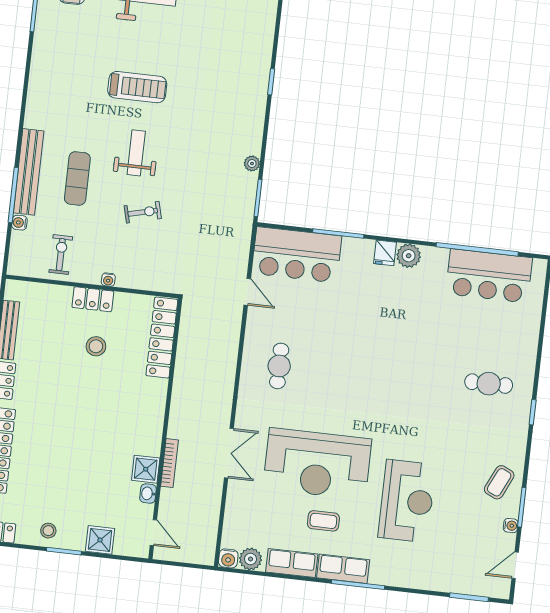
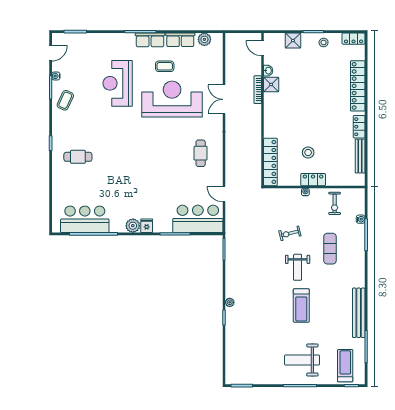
treadmill: (137, 87) -> (301, 306), turned -90
plant: (252, 163) -> (230, 302), moved
bench: (29, 172) -> (359, 313), moved
water cooler: (228, 558) -> (217, 38), removed

